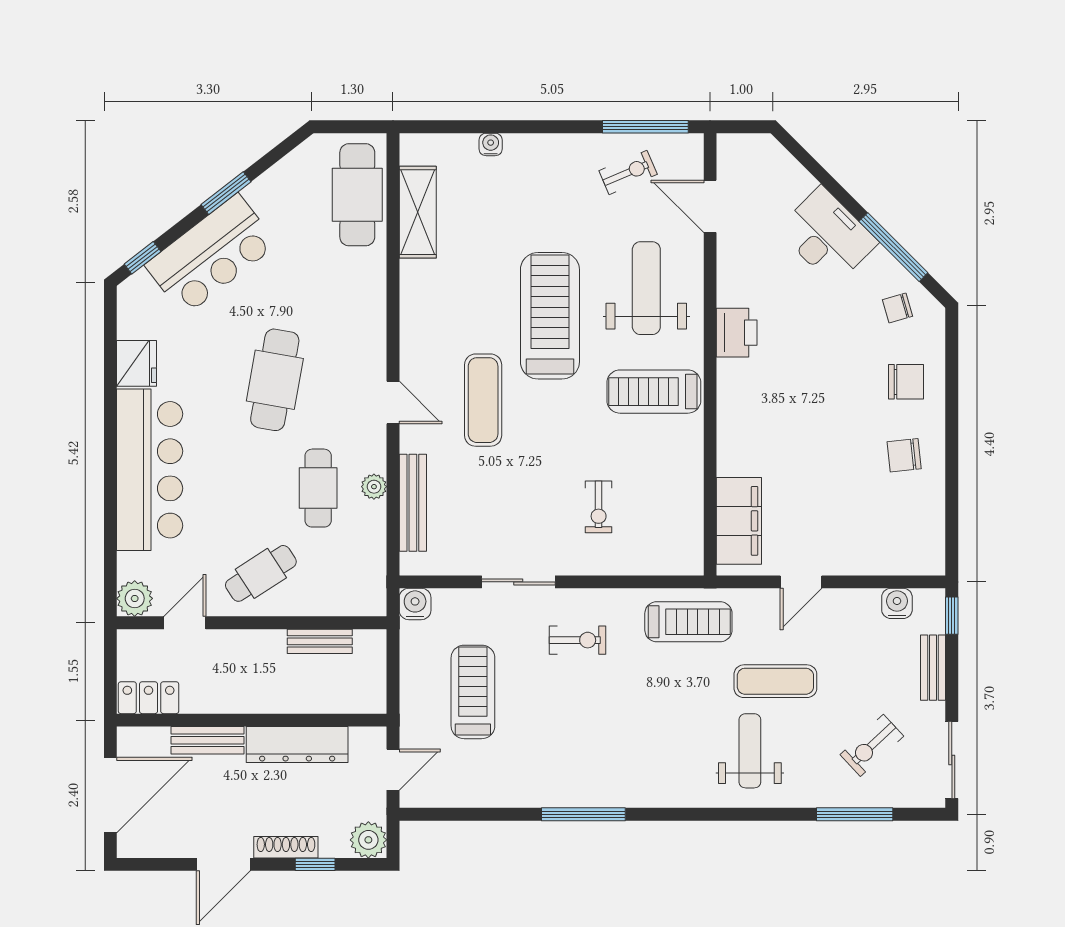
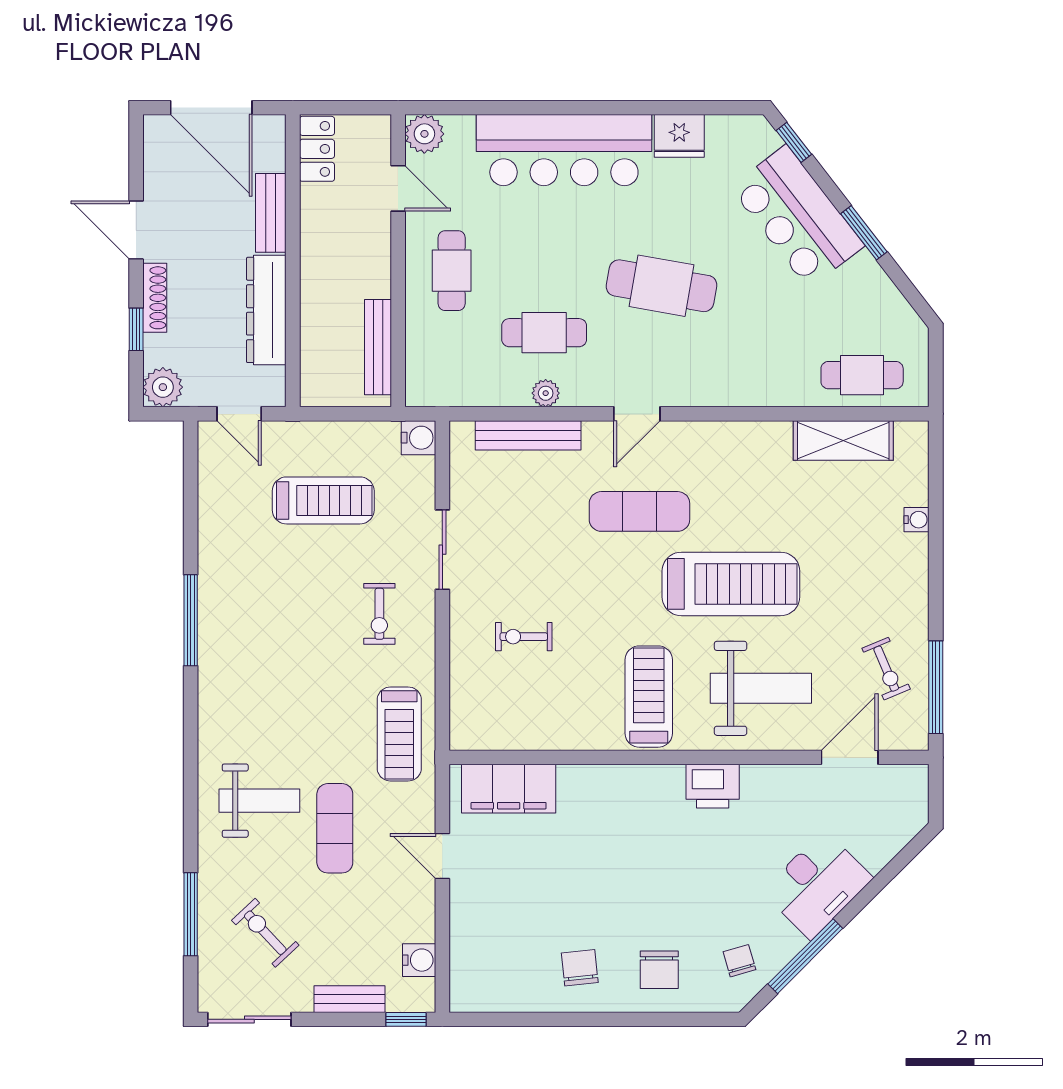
cafe table: (357, 195) -> (862, 375), width x0.73, depth x0.74
cafe table: (261, 573) -> (452, 271), turned 33
bench: (320, 641) -> (378, 347), width x1.36

